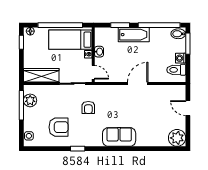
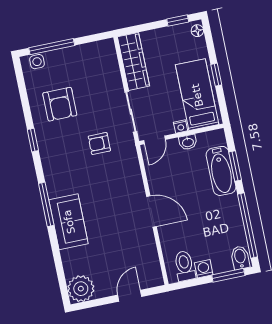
window: (60, 25) -> (216, 75), width x0.32
bathtub: (134, 35) -> (221, 171), moved
plant: (30, 100) -> (92, 52), removed
window: (21, 105) -> (52, 47), moved
sofa: (119, 137) -> (69, 222), moved
window: (120, 149) -> (46, 204), added

